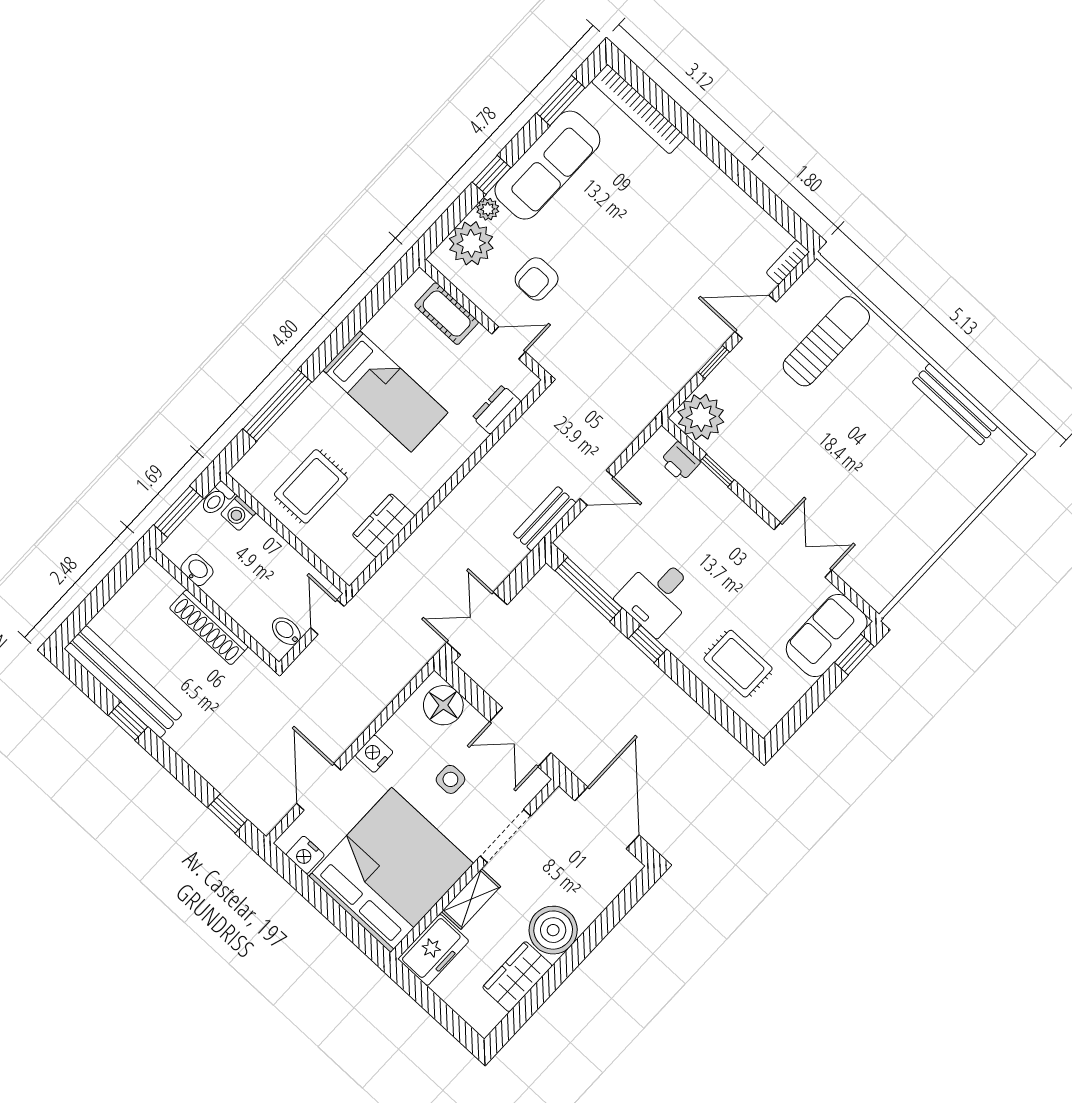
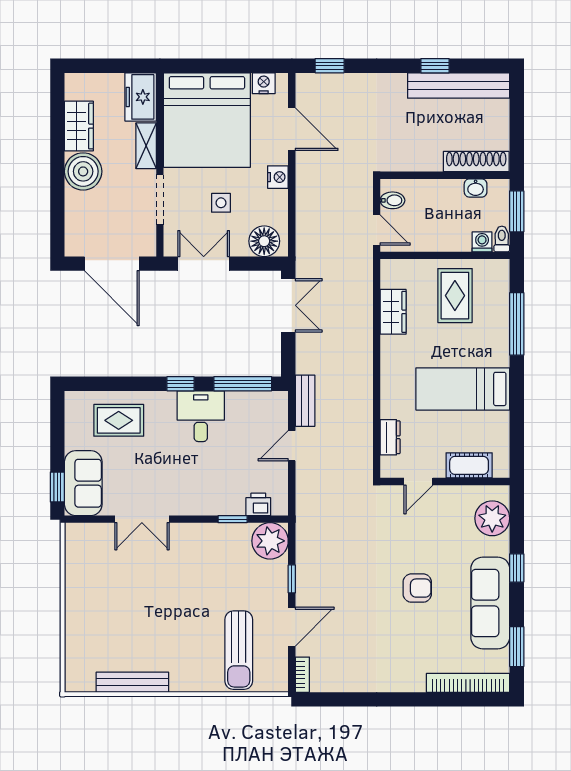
plant: (488, 209) -> (501, 546), removed
armchair: (537, 279) -> (417, 588), moved, turned 90
shoe rack: (209, 627) -> (476, 162), moved

